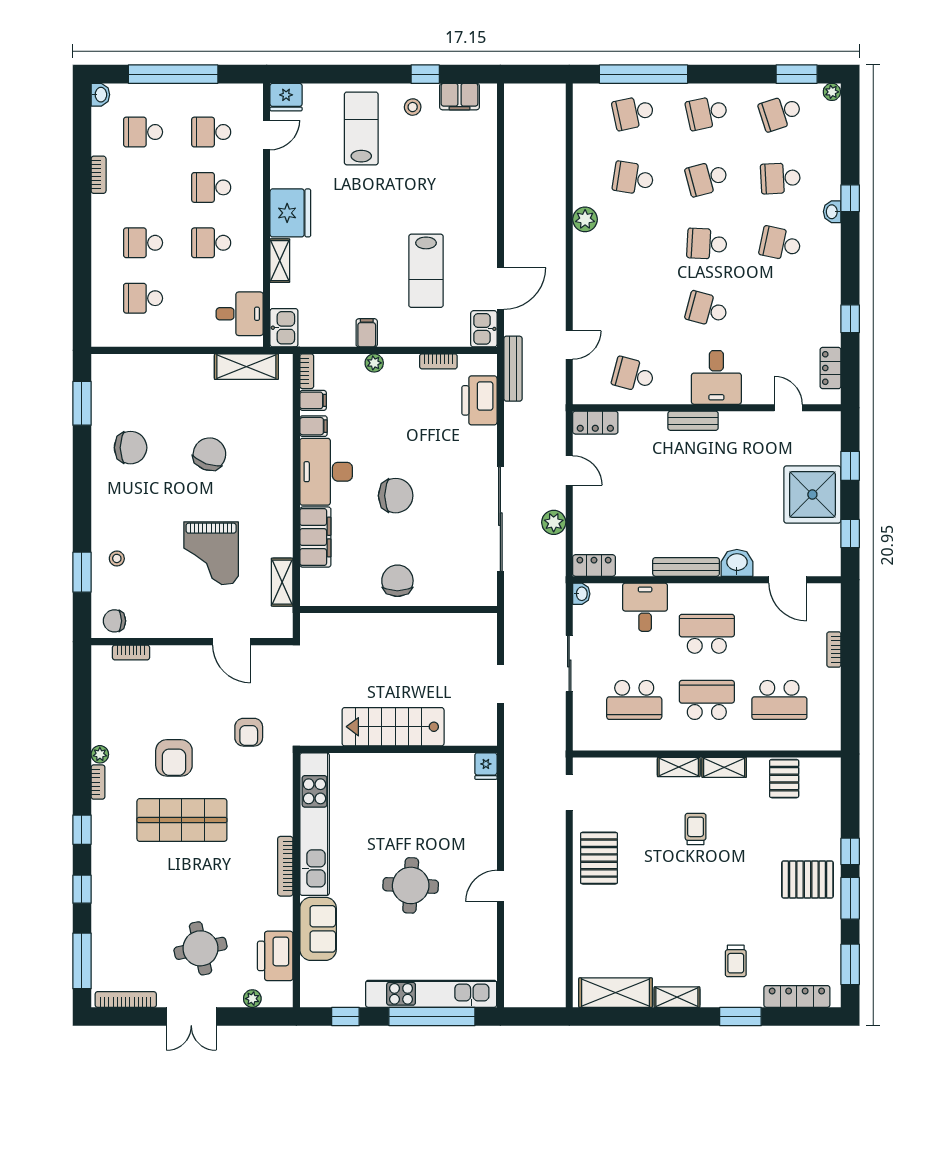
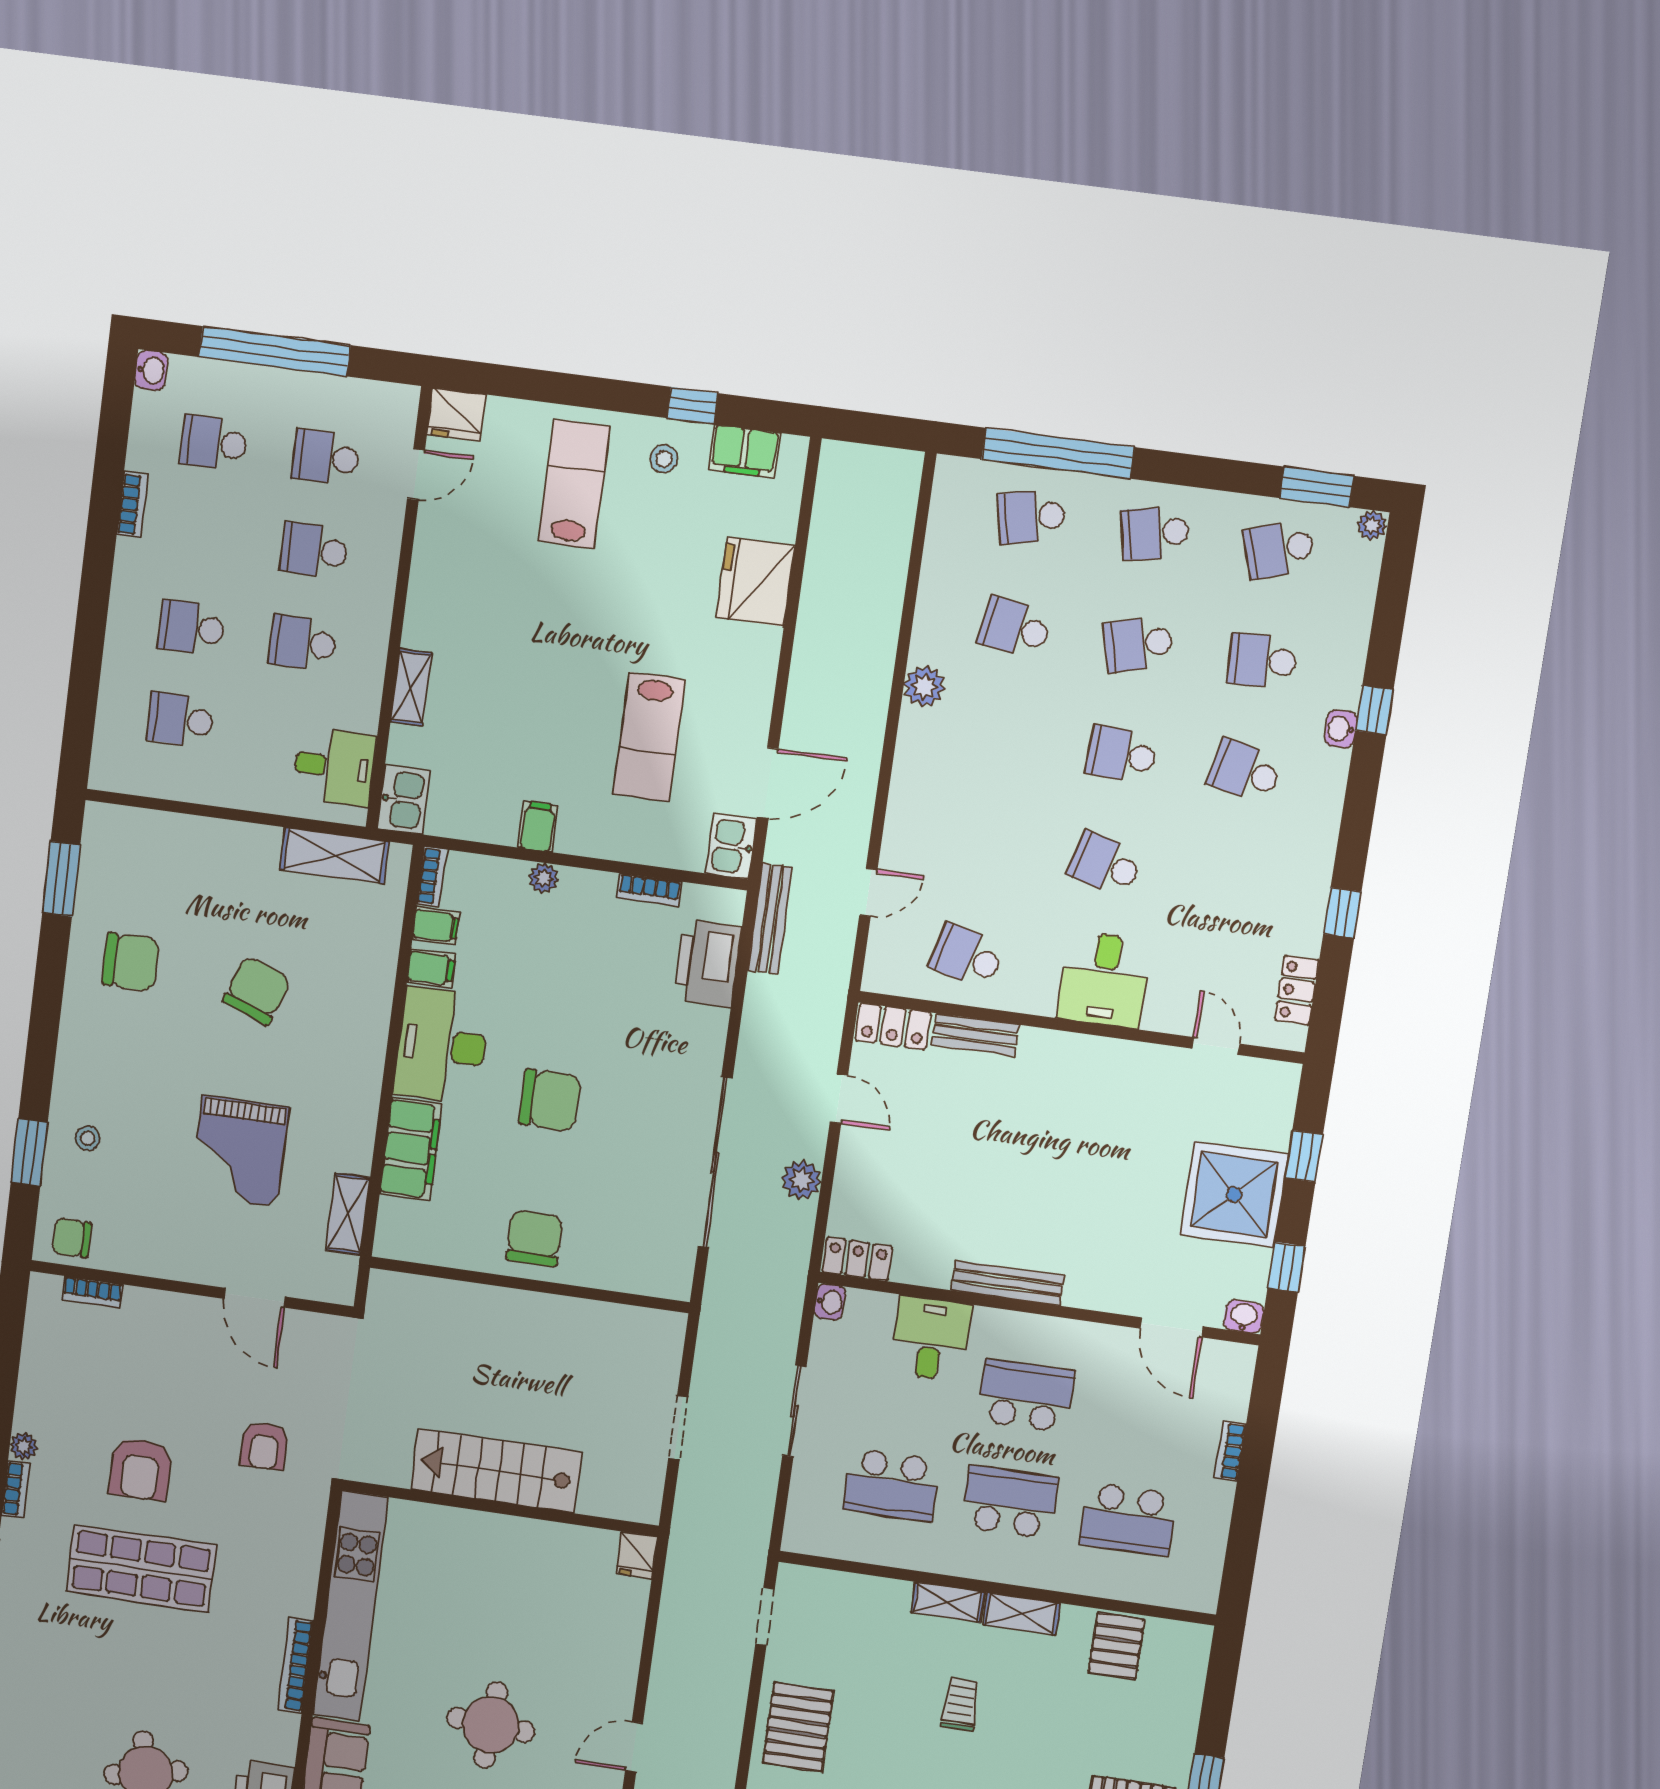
fridge: (290, 213) -> (756, 582), moved, turned 180
bench: (693, 421) -> (975, 1035), moved
washbasin: (737, 563) -> (1244, 1317), moved, width x0.72, depth x0.69

